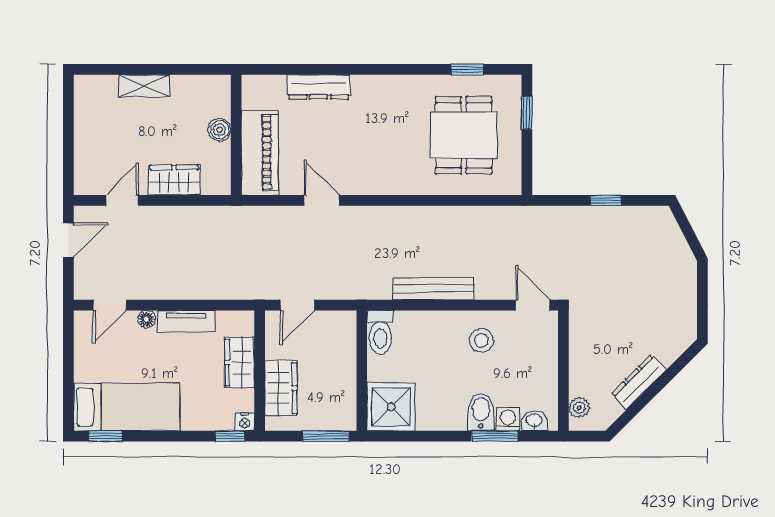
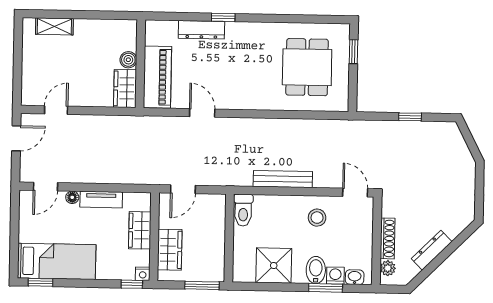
window: (467, 69) -> (223, 17), moved
shelving: (144, 86) -> (54, 26), moved
wardrobe: (174, 180) -> (125, 89), moved, turned -90
shoe rack: (578, 367) -> (388, 238), added
shower: (391, 407) -> (274, 266), moved

